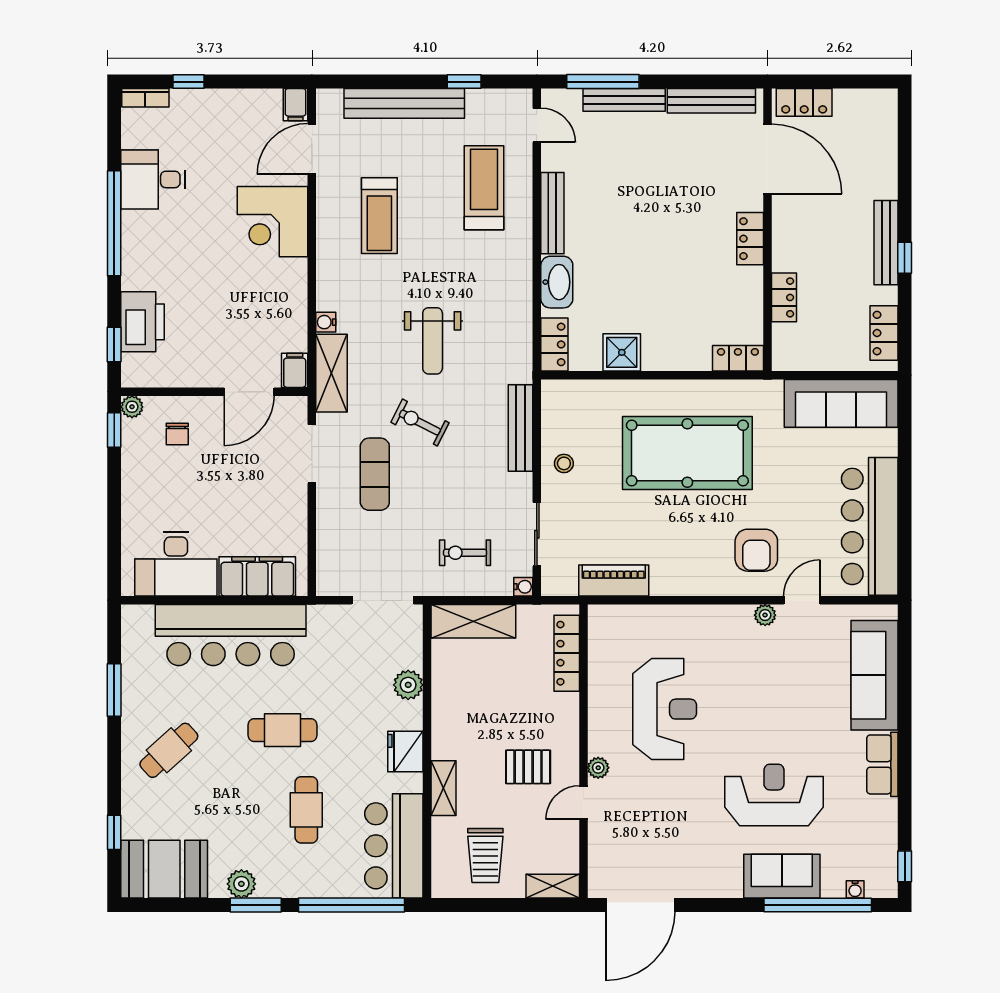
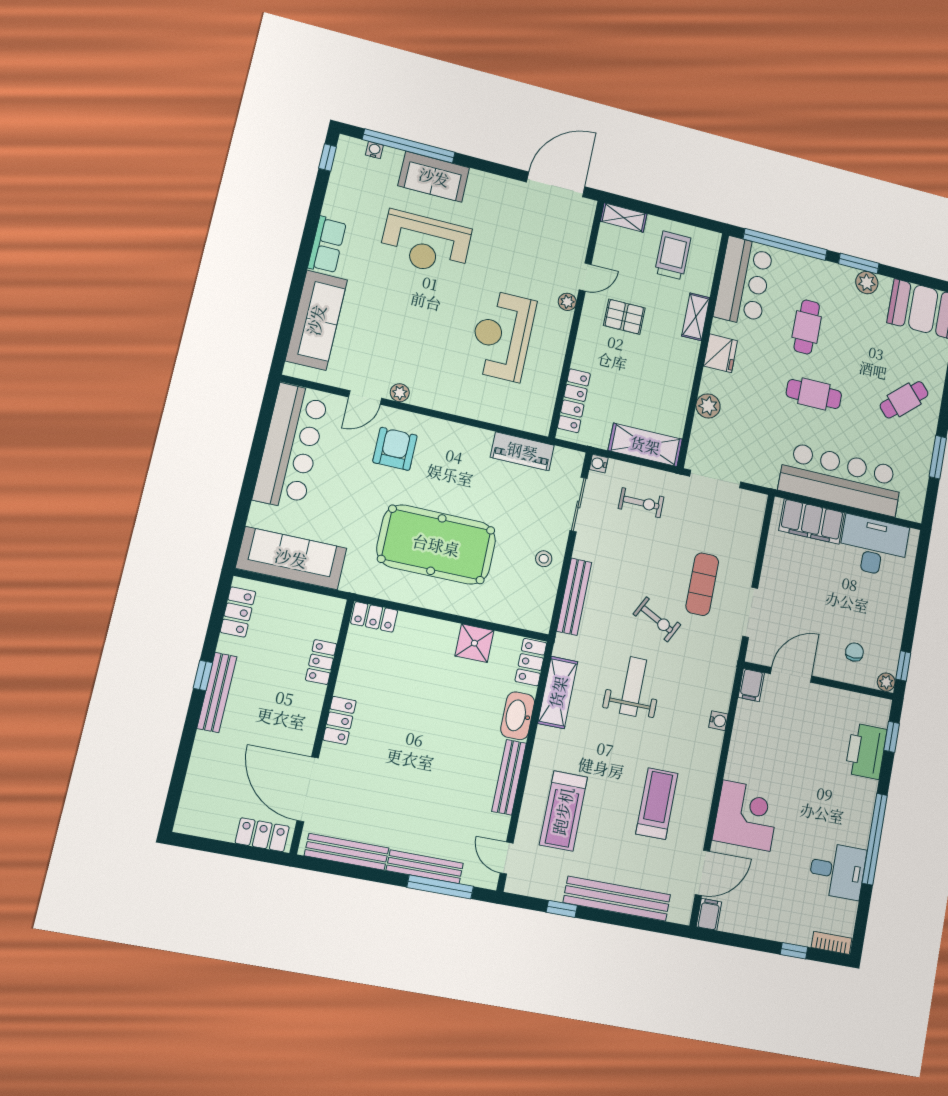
shelving: (331, 373) -> (558, 692), moved

